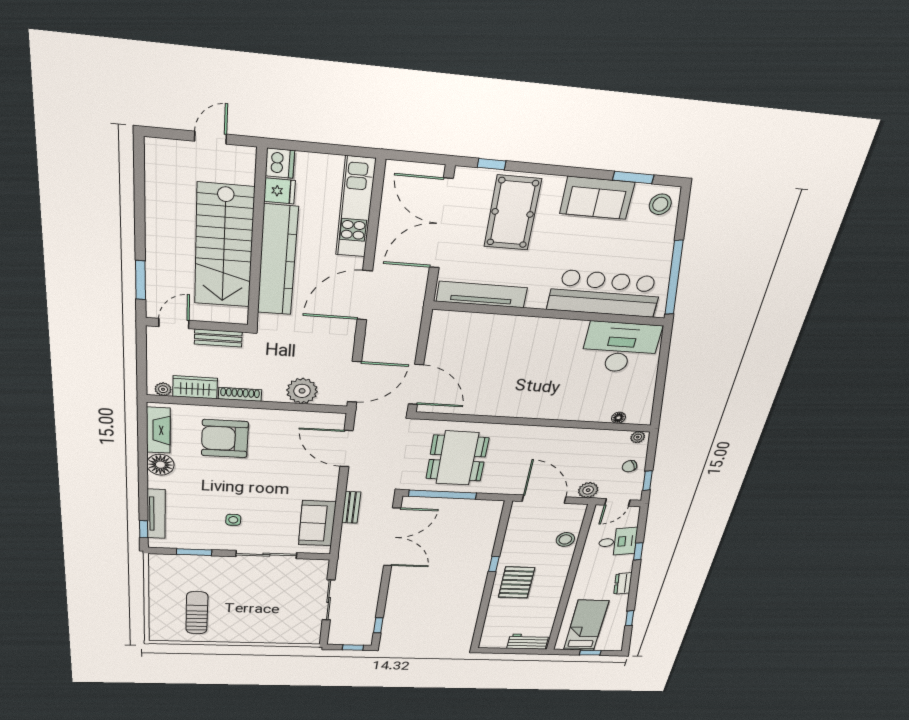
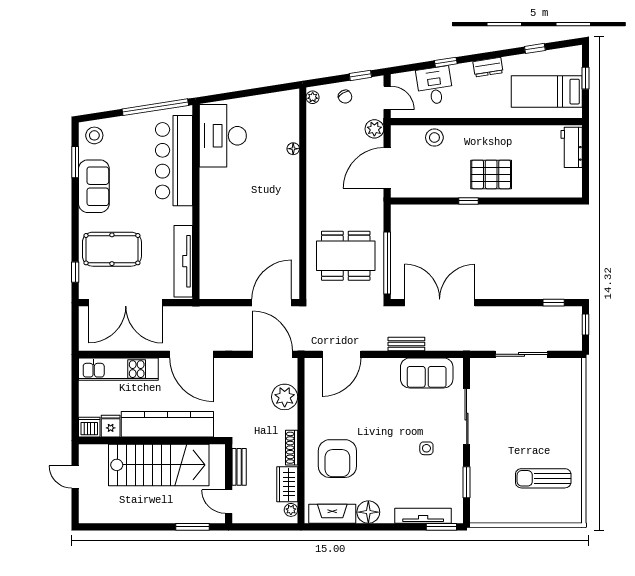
floor lamp: (618, 418) -> (293, 149), moved
window: (144, 529) -> (441, 527), width x1.50

